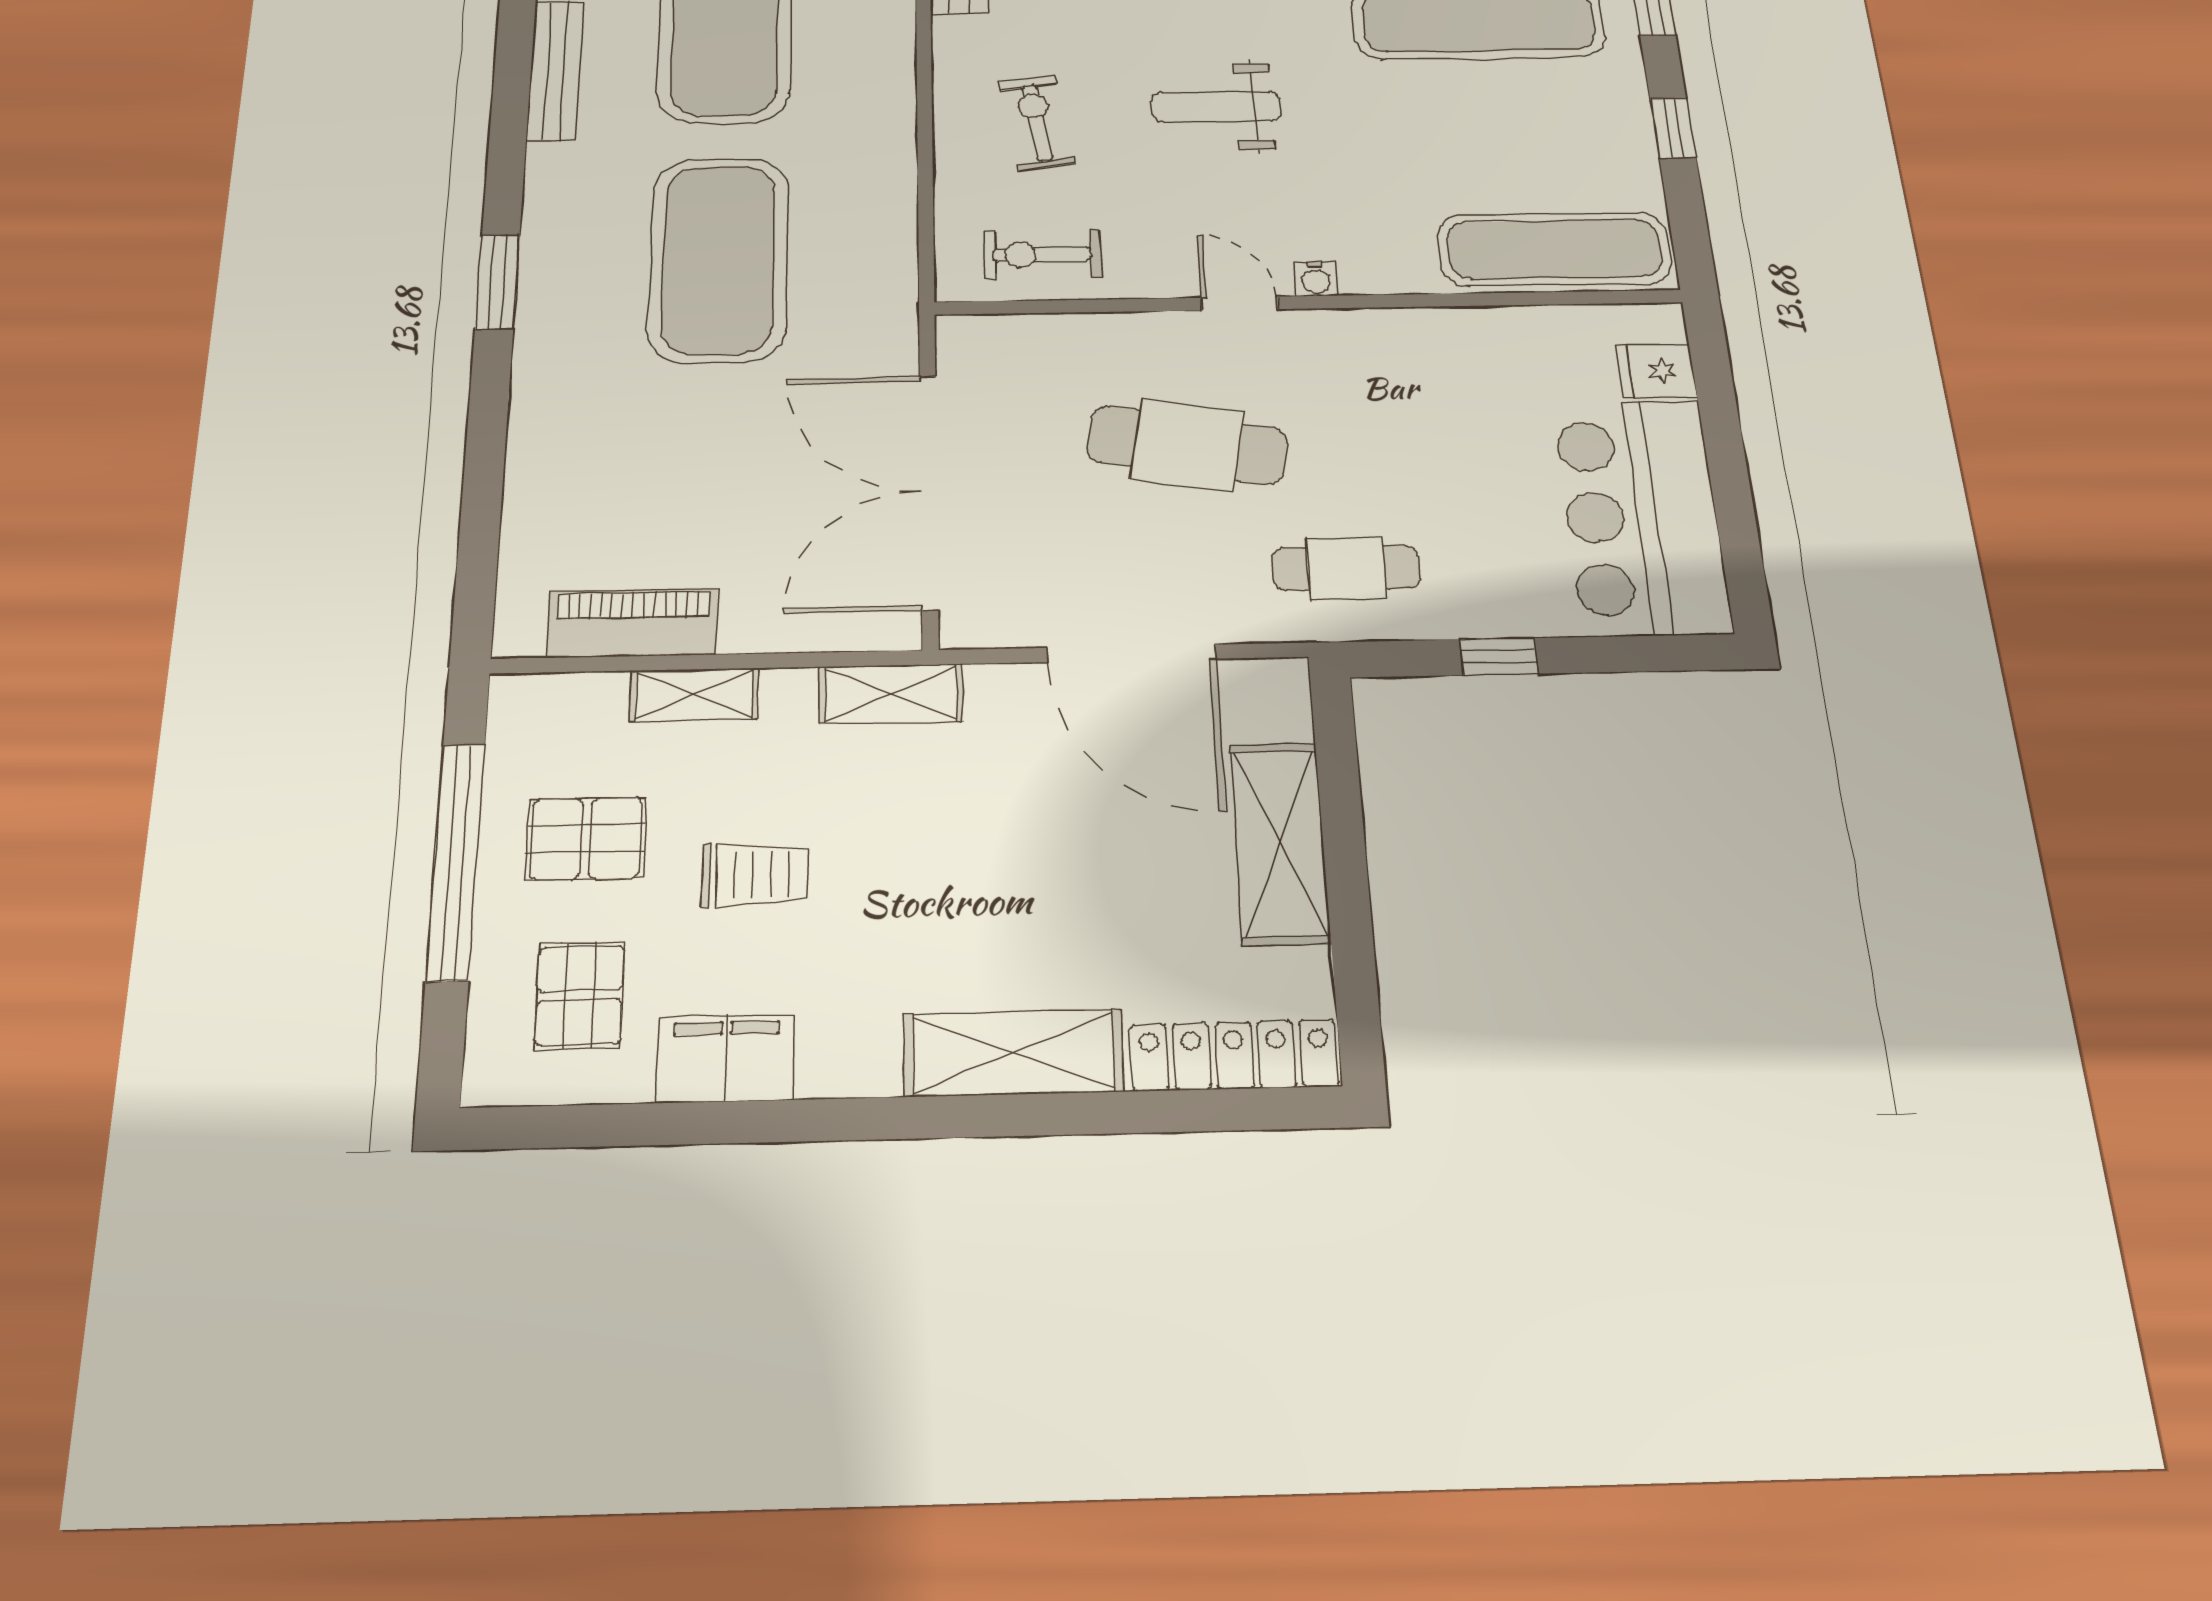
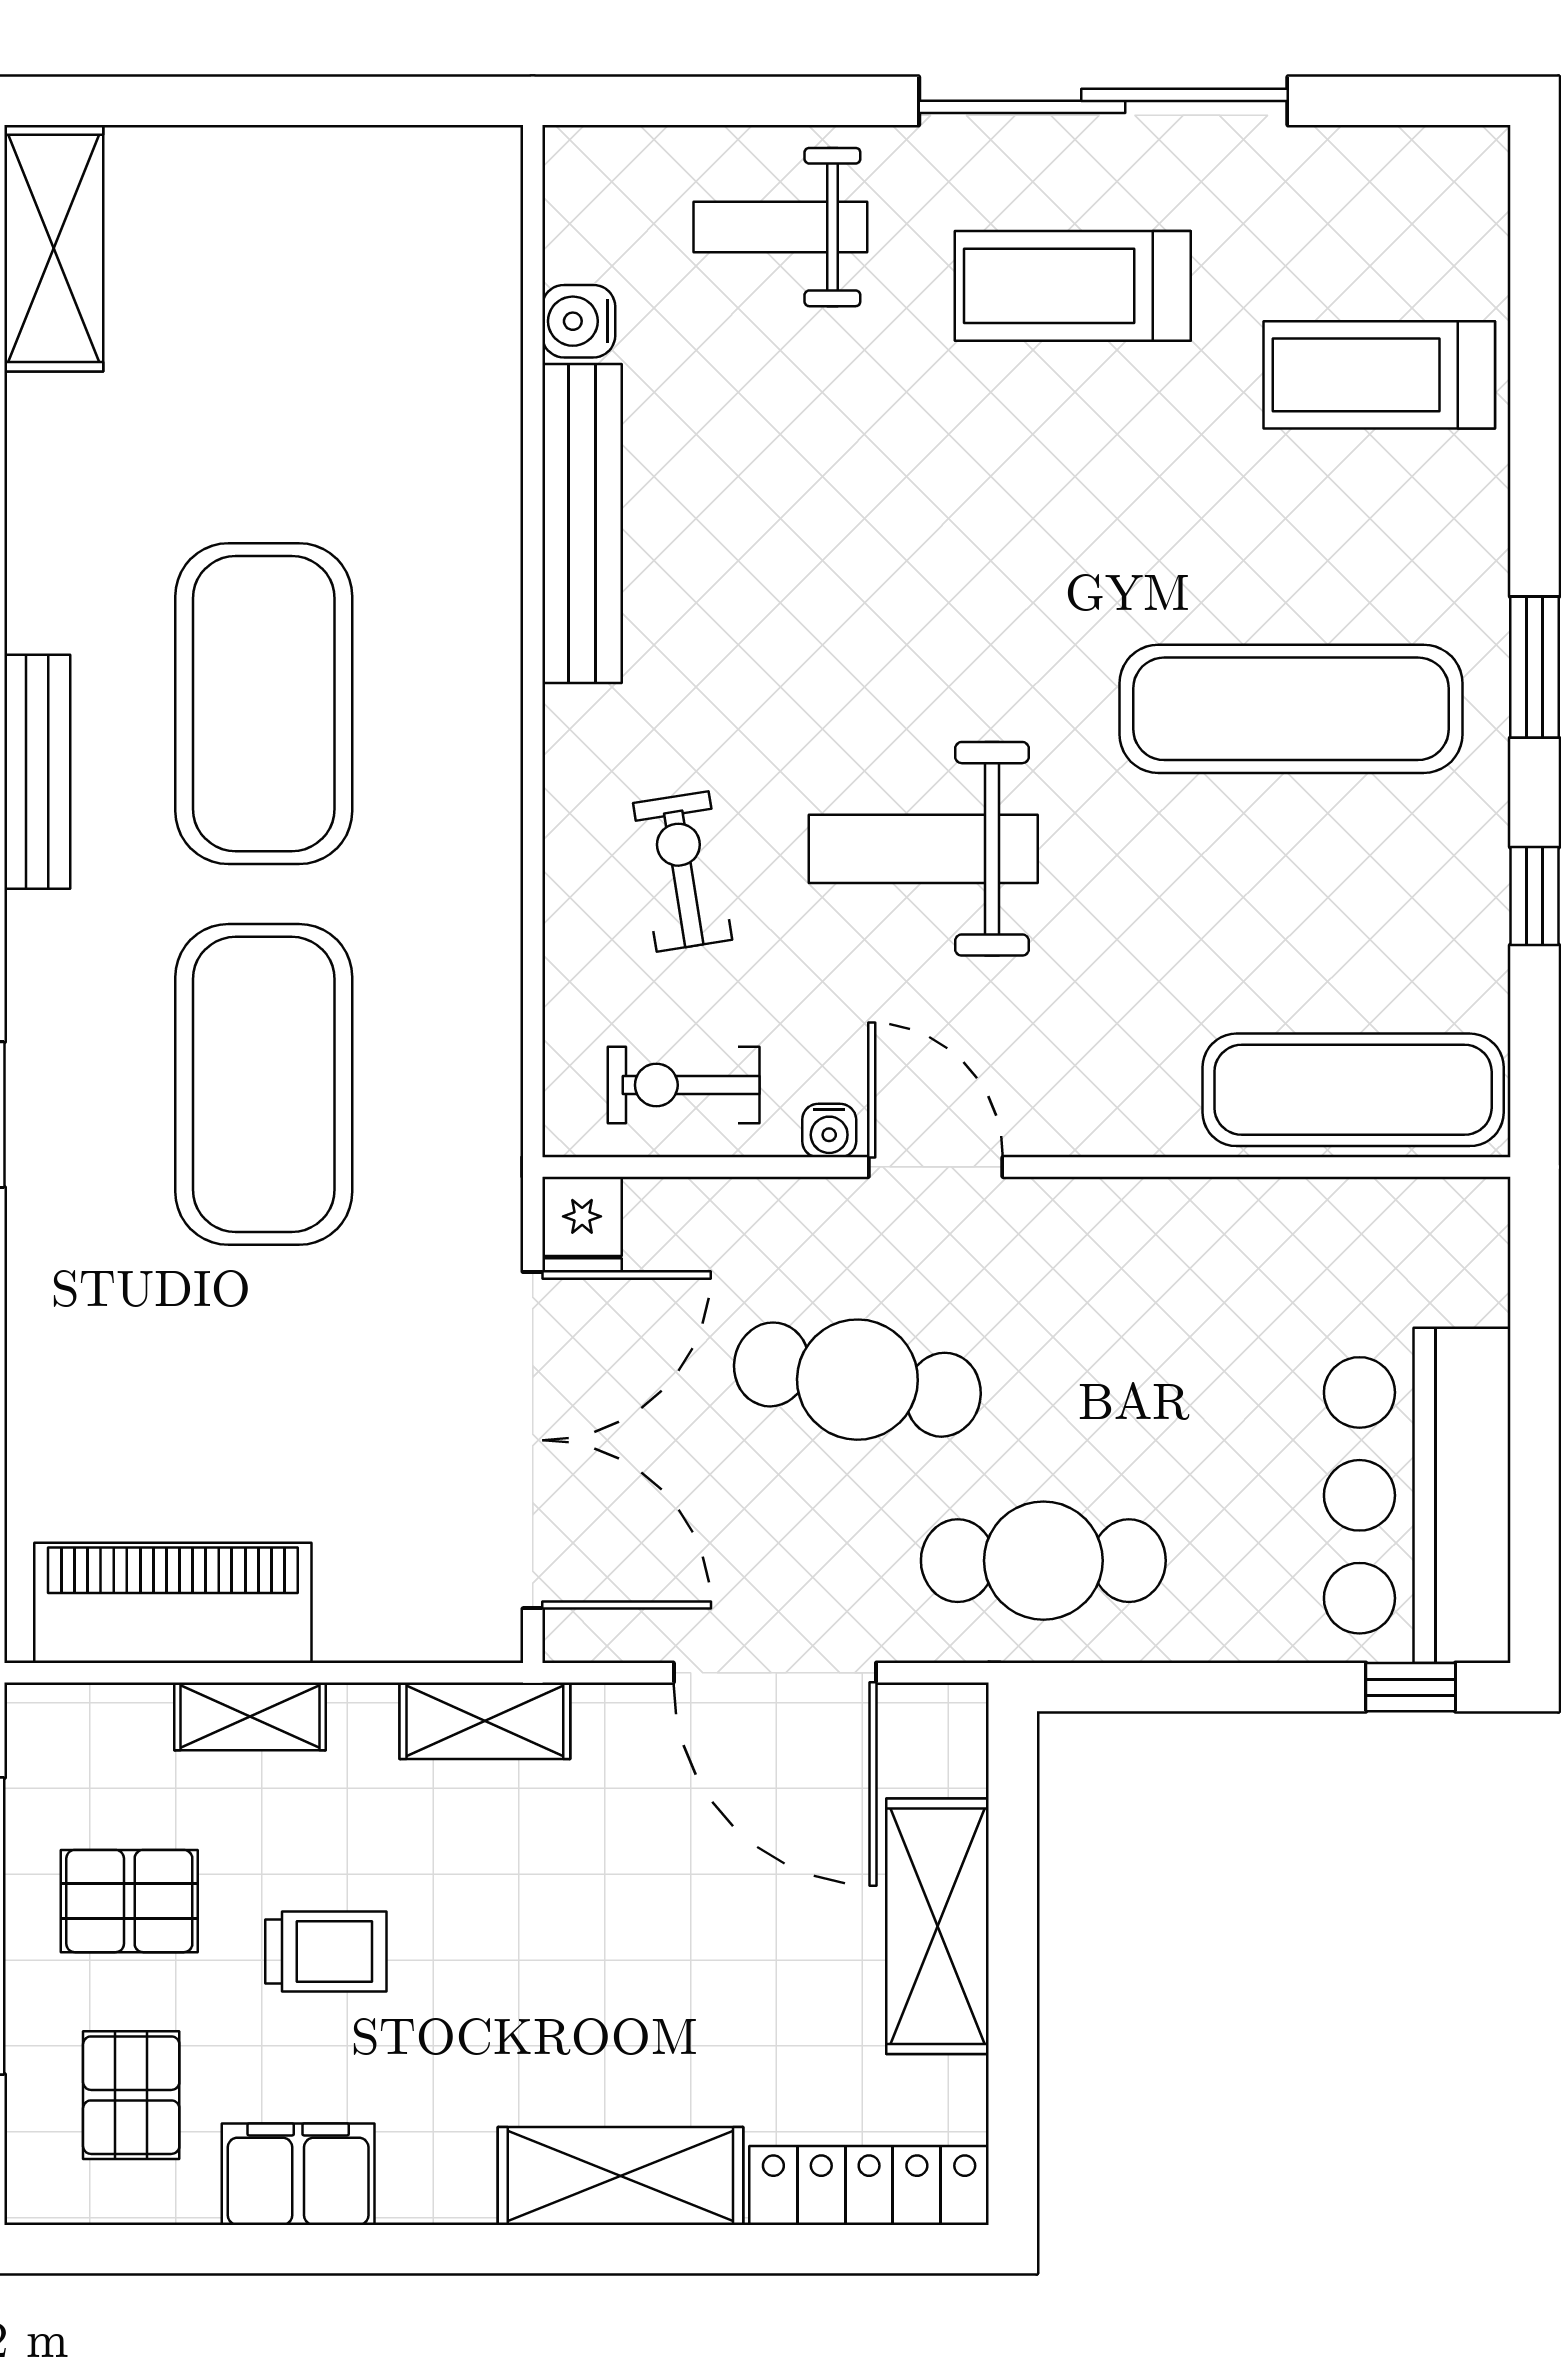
weight bench: (1216, 107) -> (923, 849), width x1.36, depth x1.33
water cooler: (1316, 279) -> (829, 1130), moved
door: (1239, 303) -> (936, 1167), width x1.38
fridge: (1656, 371) -> (582, 1224), moved, turned -90
double door: (929, 491) -> (533, 1440), swing flipped
cafe table: (1346, 568) -> (1043, 1561), width x1.37, depth x1.35
piano: (633, 623) -> (173, 1603), width x1.37, depth x1.33
window: (1499, 657) -> (1411, 1687), moved

